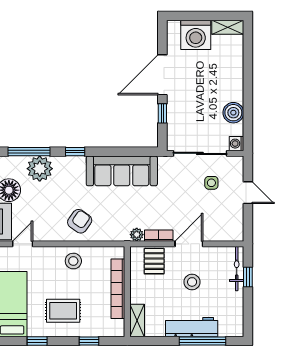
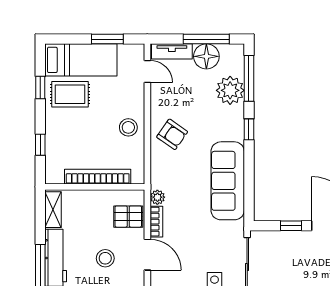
rug: (63, 311) -> (70, 94), moved, turned 90
shelving: (137, 320) -> (53, 210), moved, turned 90

